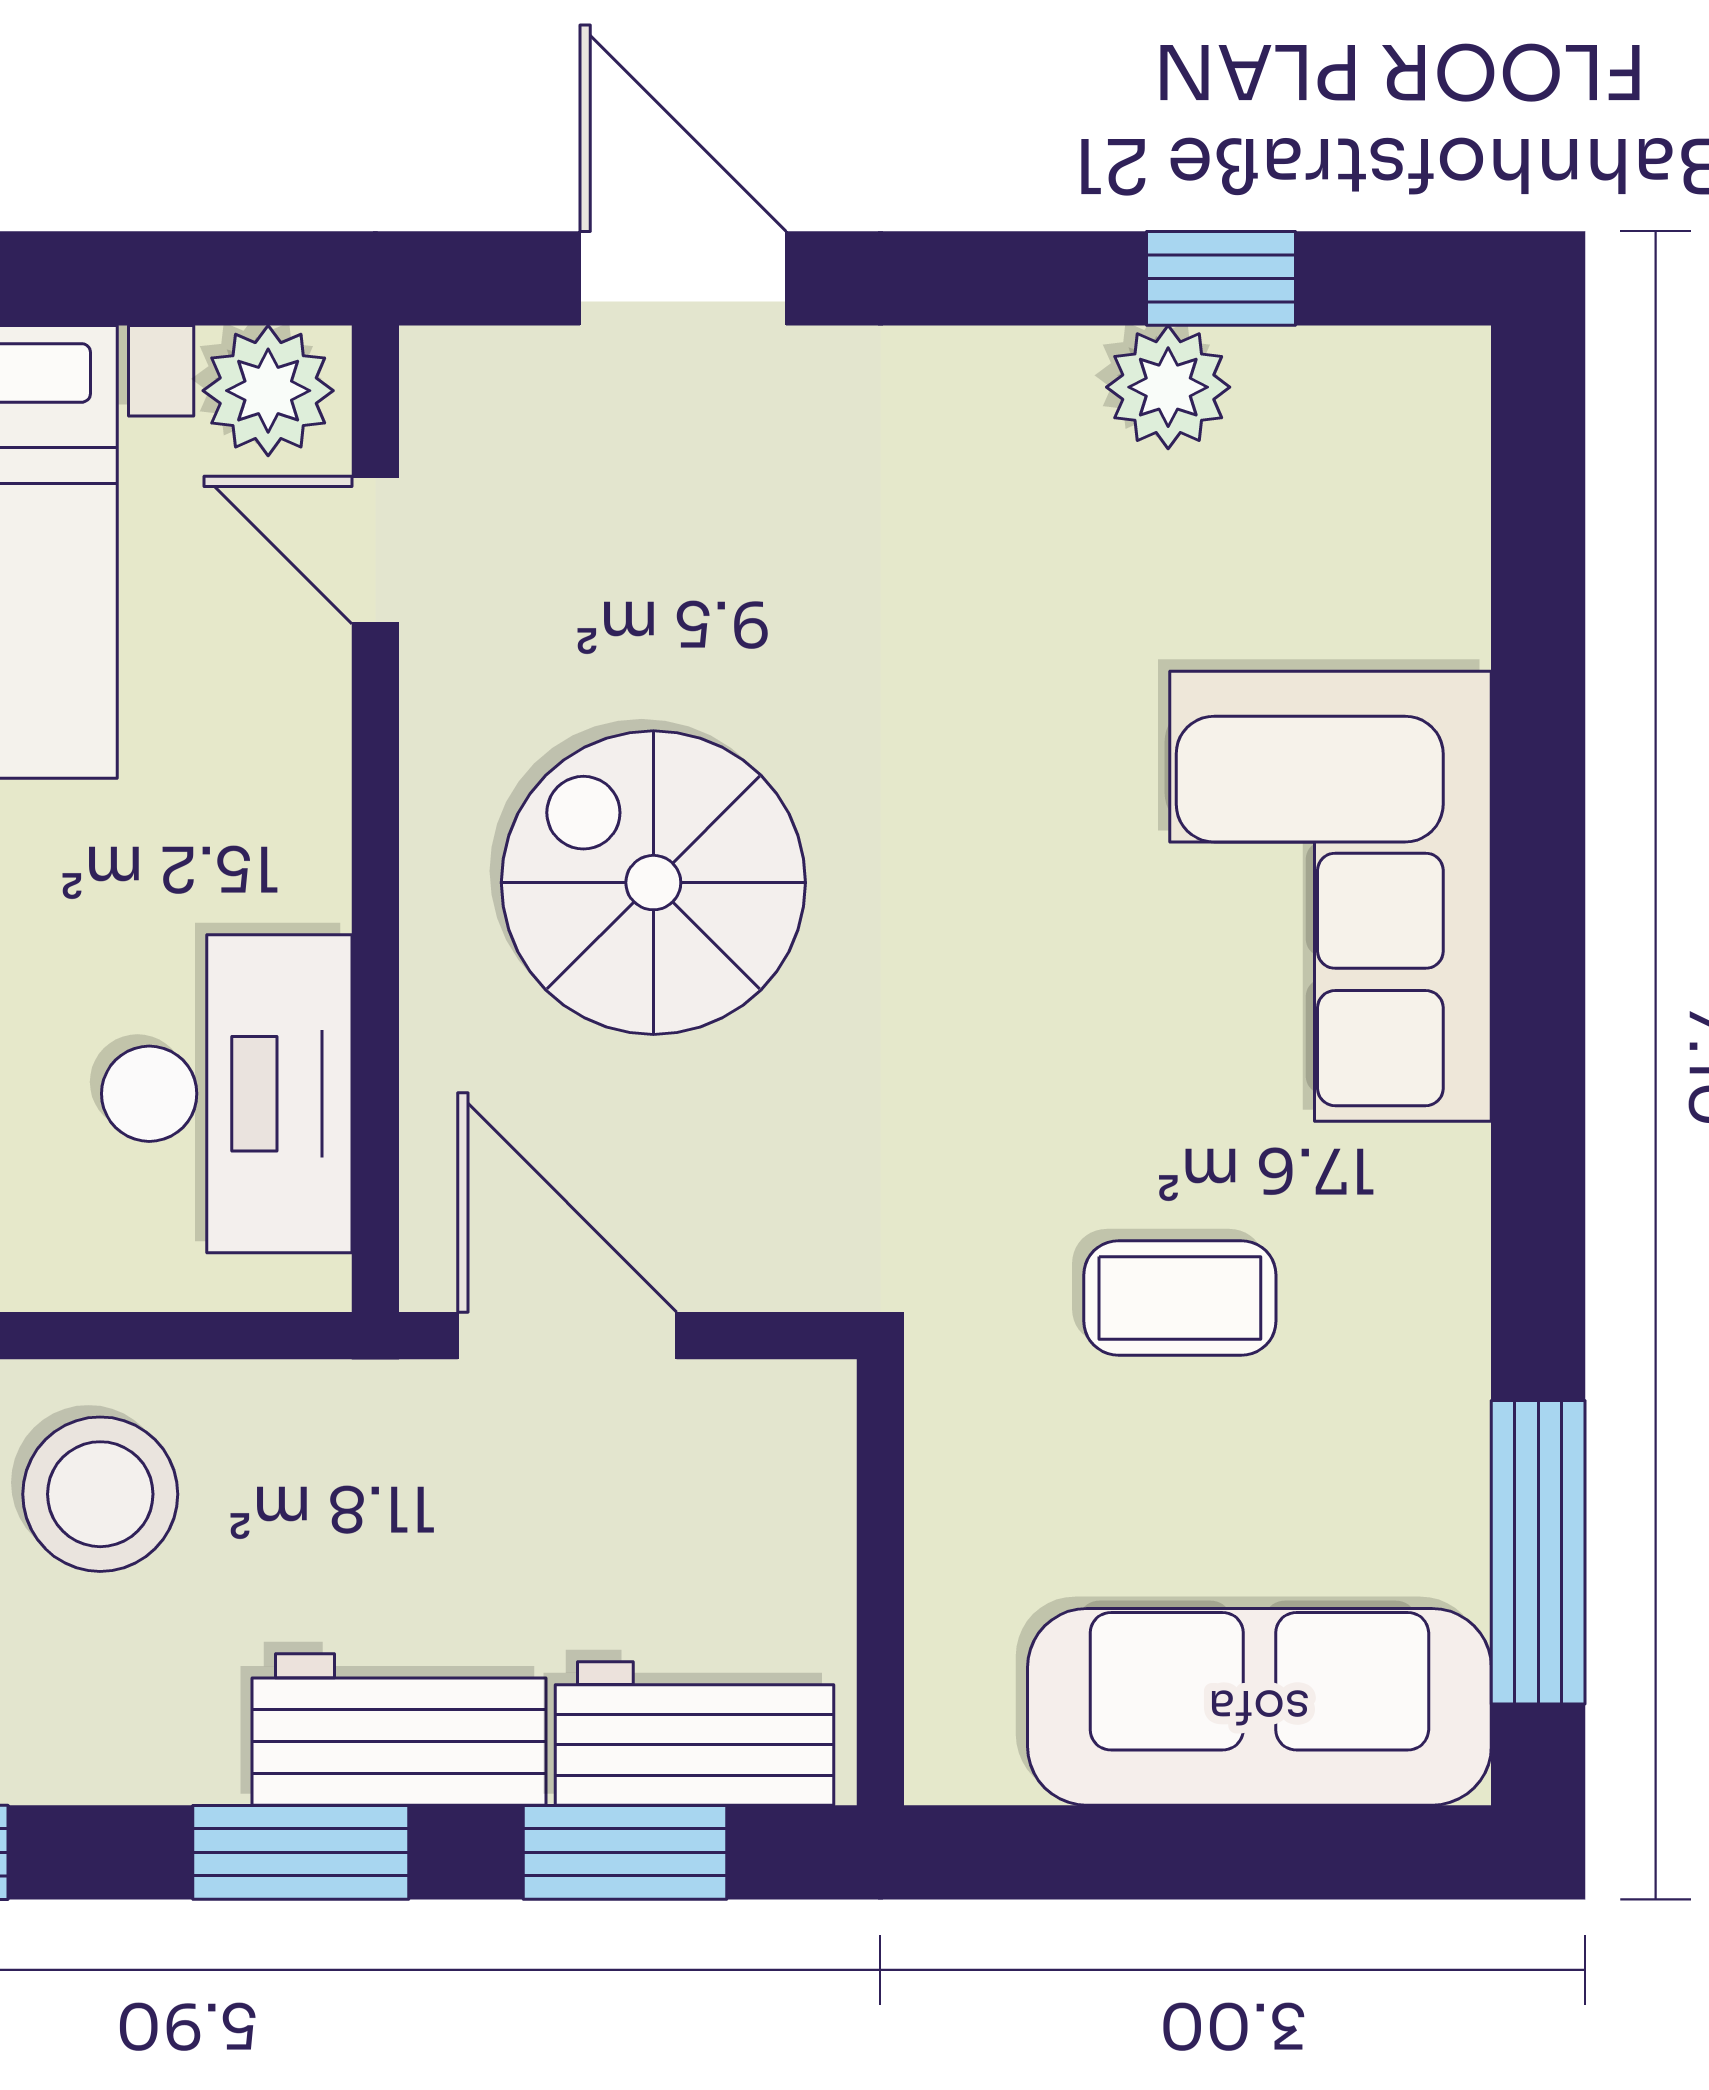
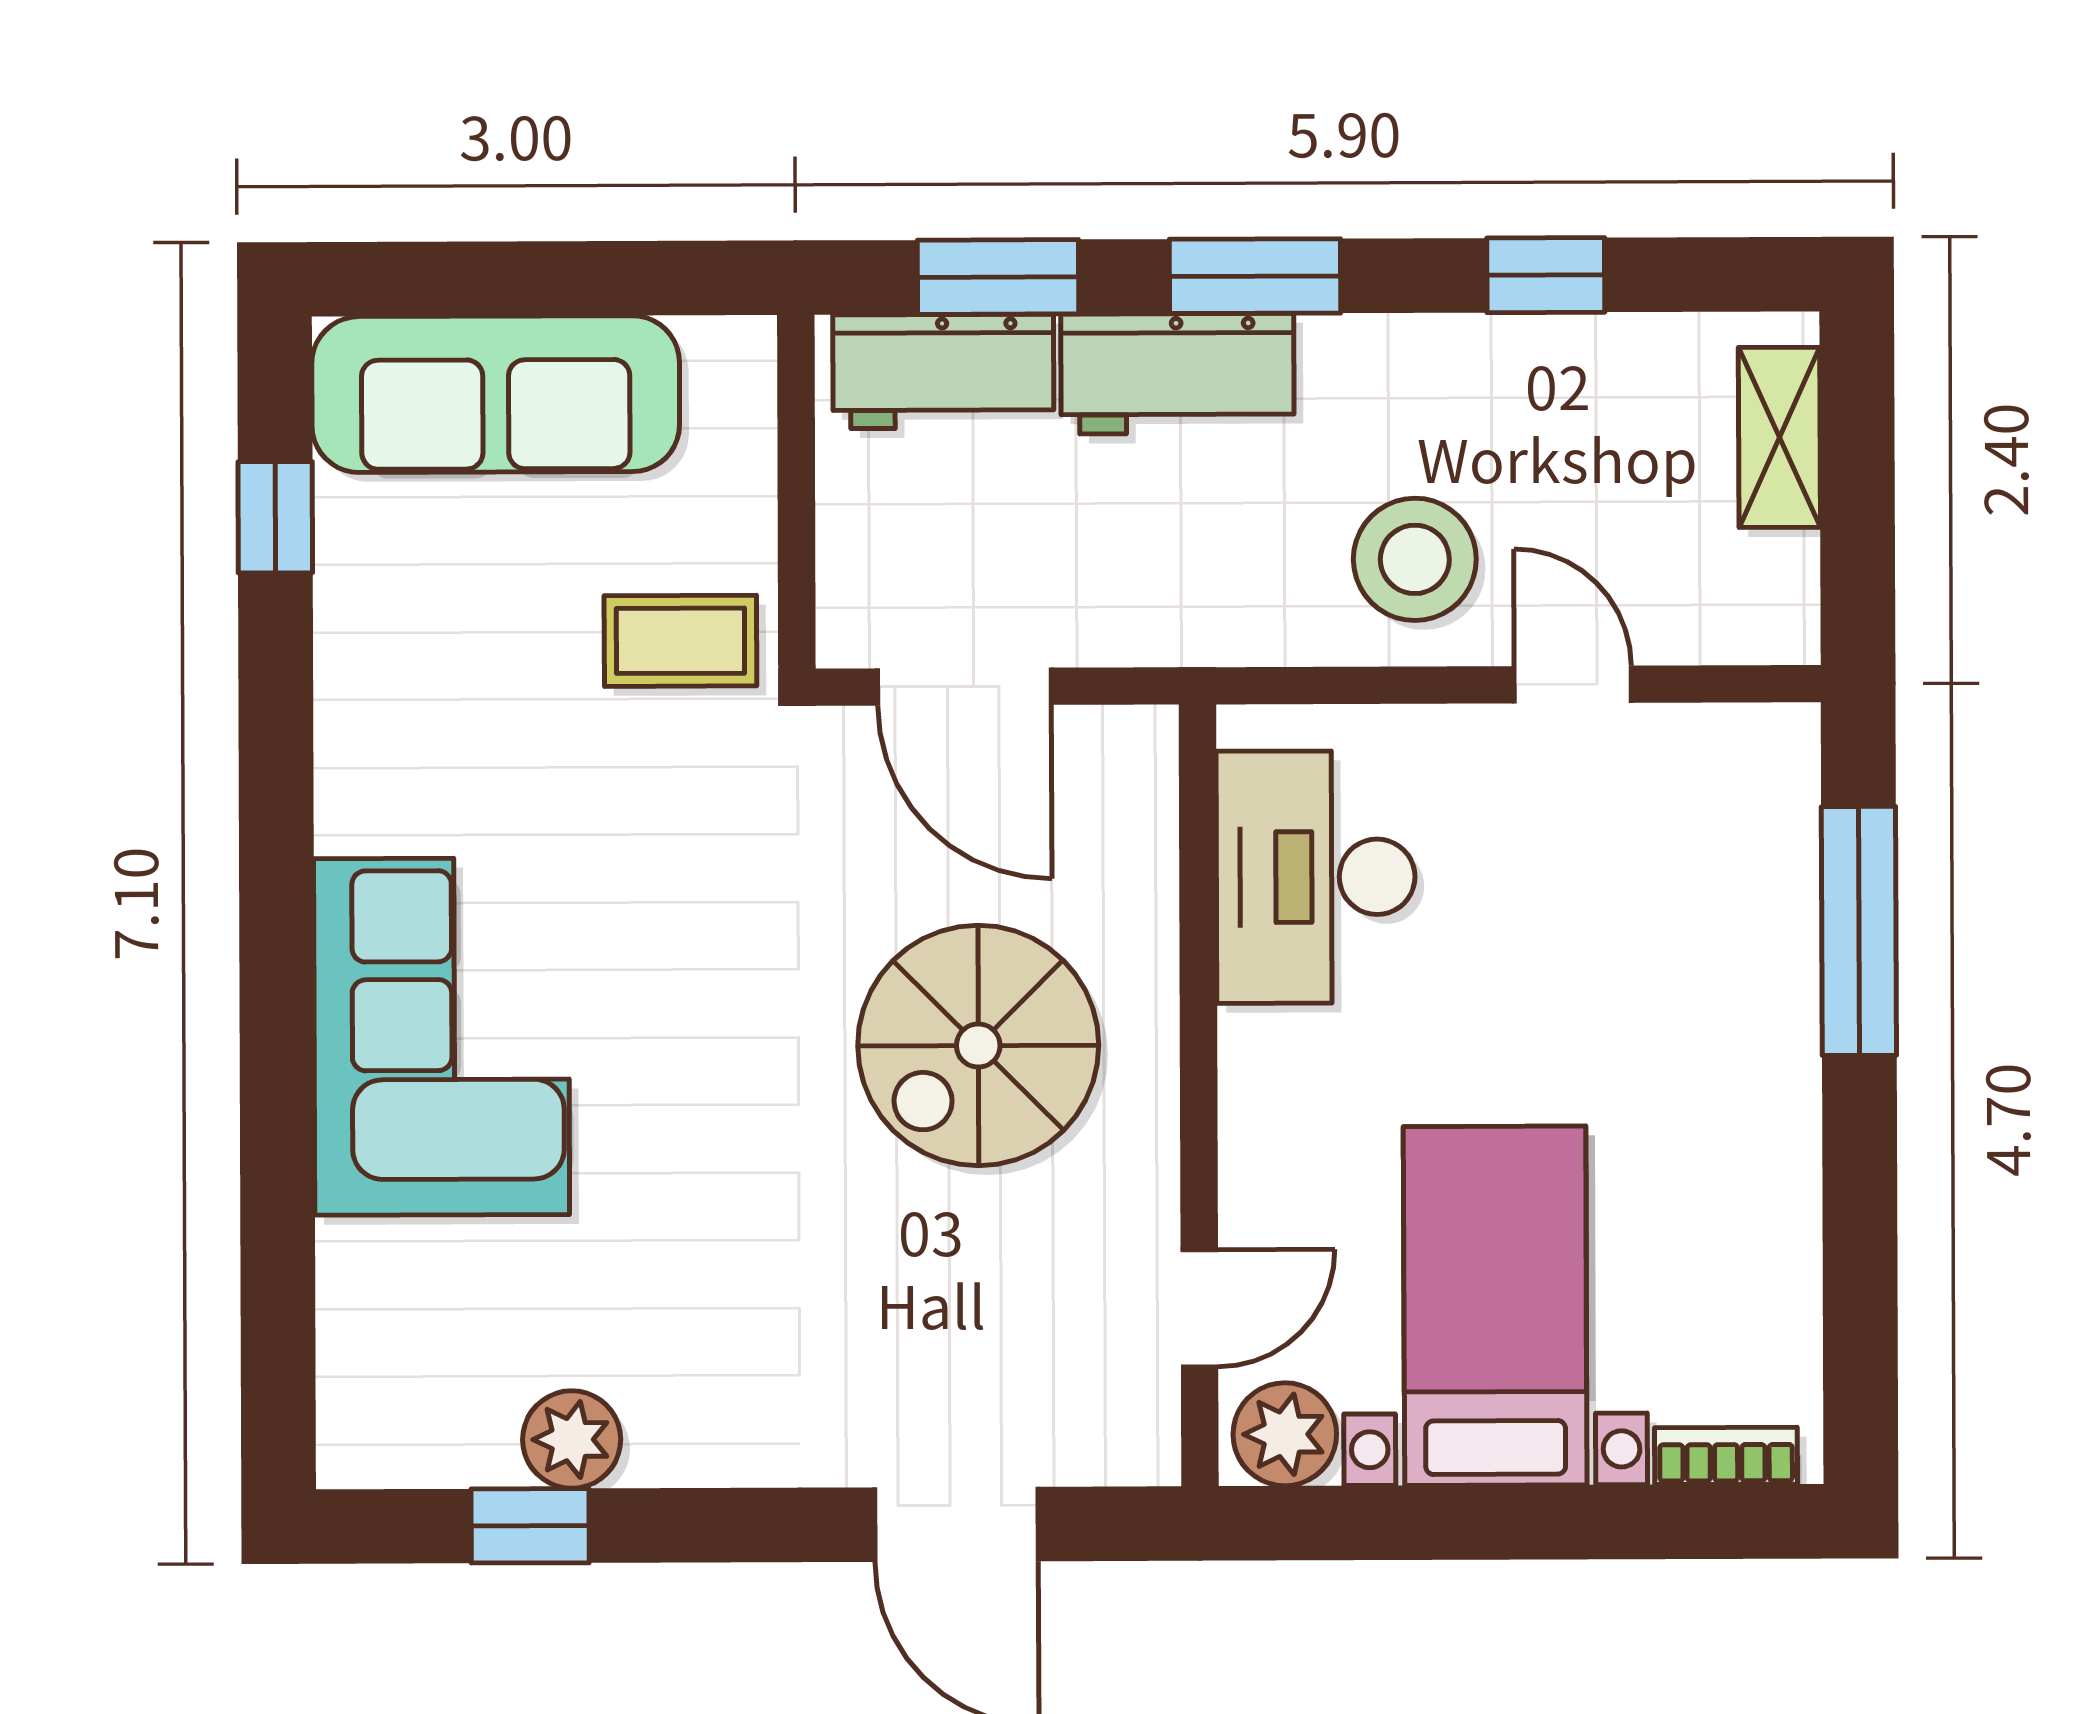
door: (375, 550) -> (1199, 1308), hinge flipped
spiral stairs: (653, 883) -> (978, 1045), turned 90
coffee table: (1180, 1298) -> (680, 641), moved
door: (567, 1336) -> (964, 687), moved
window: (1538, 1552) -> (275, 517), width x0.46

